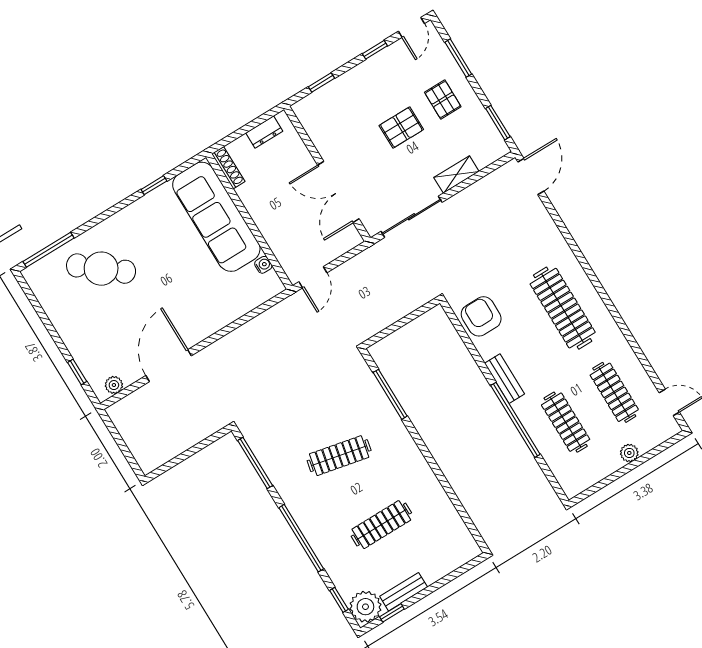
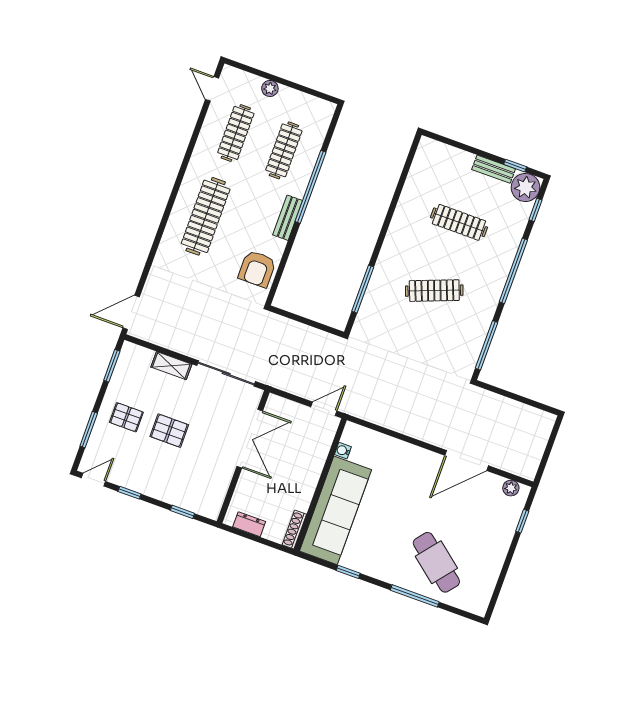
pallet: (443, 100) -> (126, 417), turned 90
window: (49, 250) -> (415, 596), moved
clothes rail: (339, 456) -> (434, 291), turned -33

